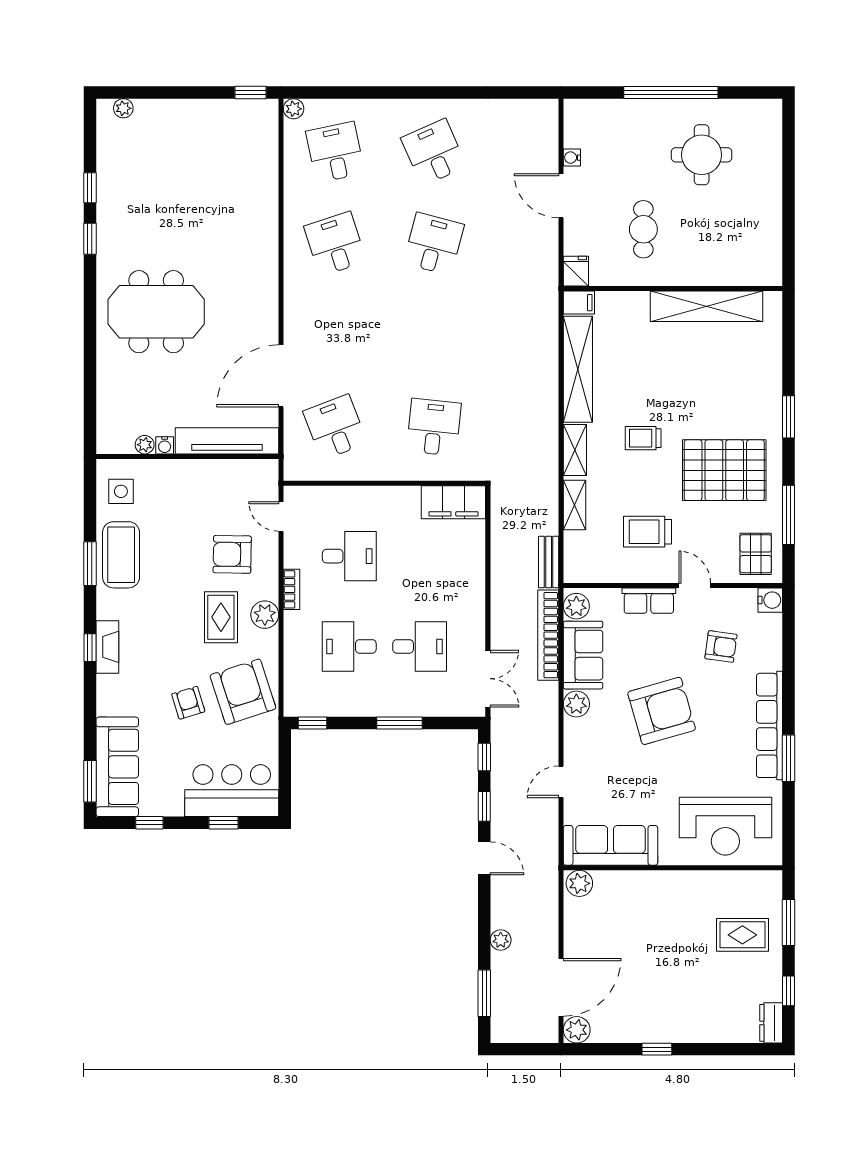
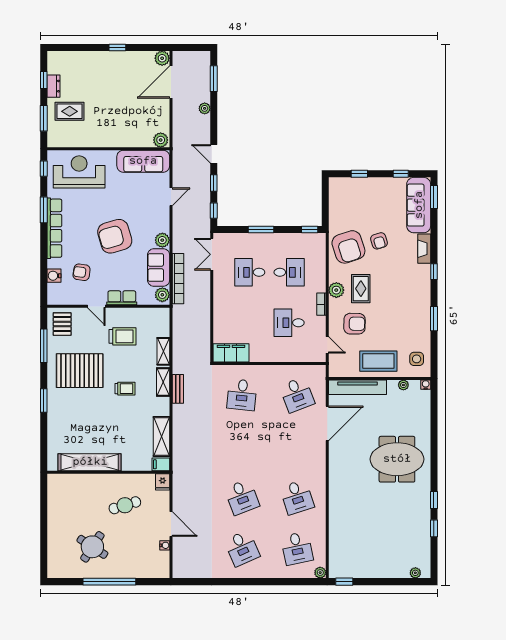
round table: (702, 155) -> (92, 547), turned 33
cafe table: (643, 229) -> (125, 505), turned 73
desk: (434, 244) -> (242, 497), turned -36
shelving: (578, 369) -> (161, 437), width x0.68
water cooler: (165, 445) -> (426, 385), moved
coffee table: (121, 555) -> (378, 361), moved, turned 90
bench: (549, 562) -> (178, 389), moved
water cooler: (770, 600) -> (54, 276), moved
fireplace: (107, 647) -> (424, 249), moved
bar counter: (232, 791) -> (355, 192), removed
window: (789, 832) -> (44, 169), added
dresser: (771, 1023) -> (54, 86), moved

